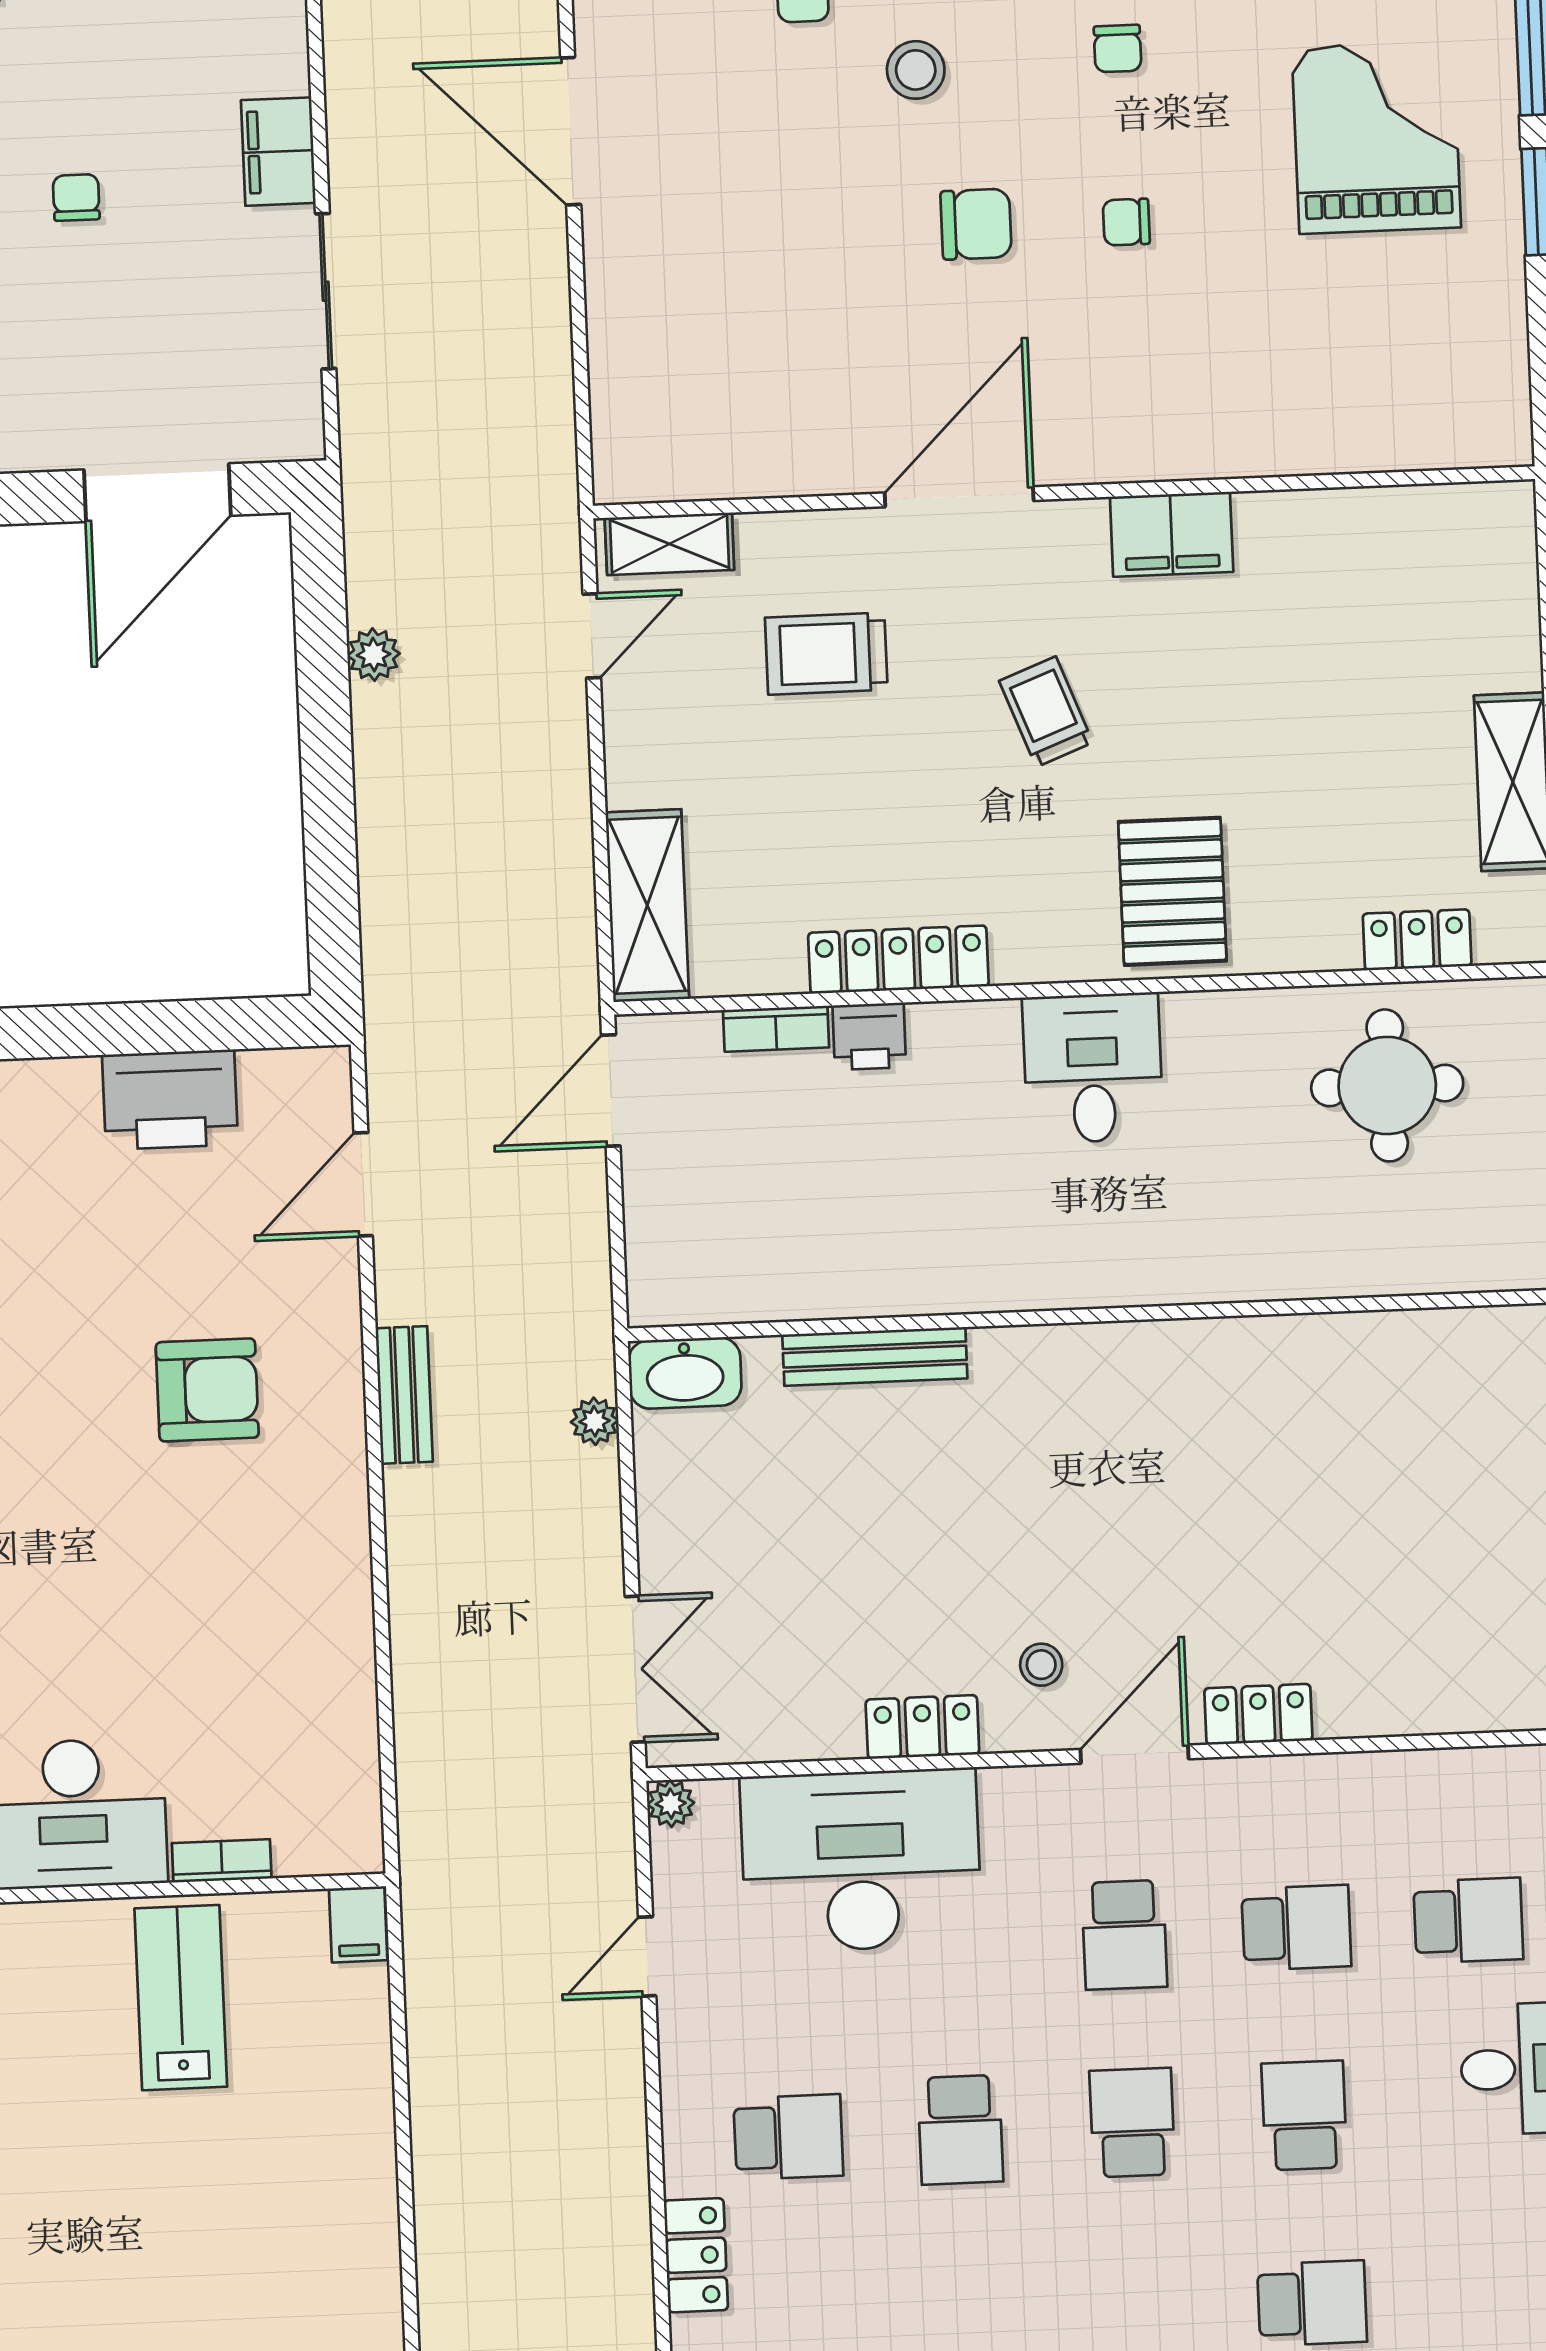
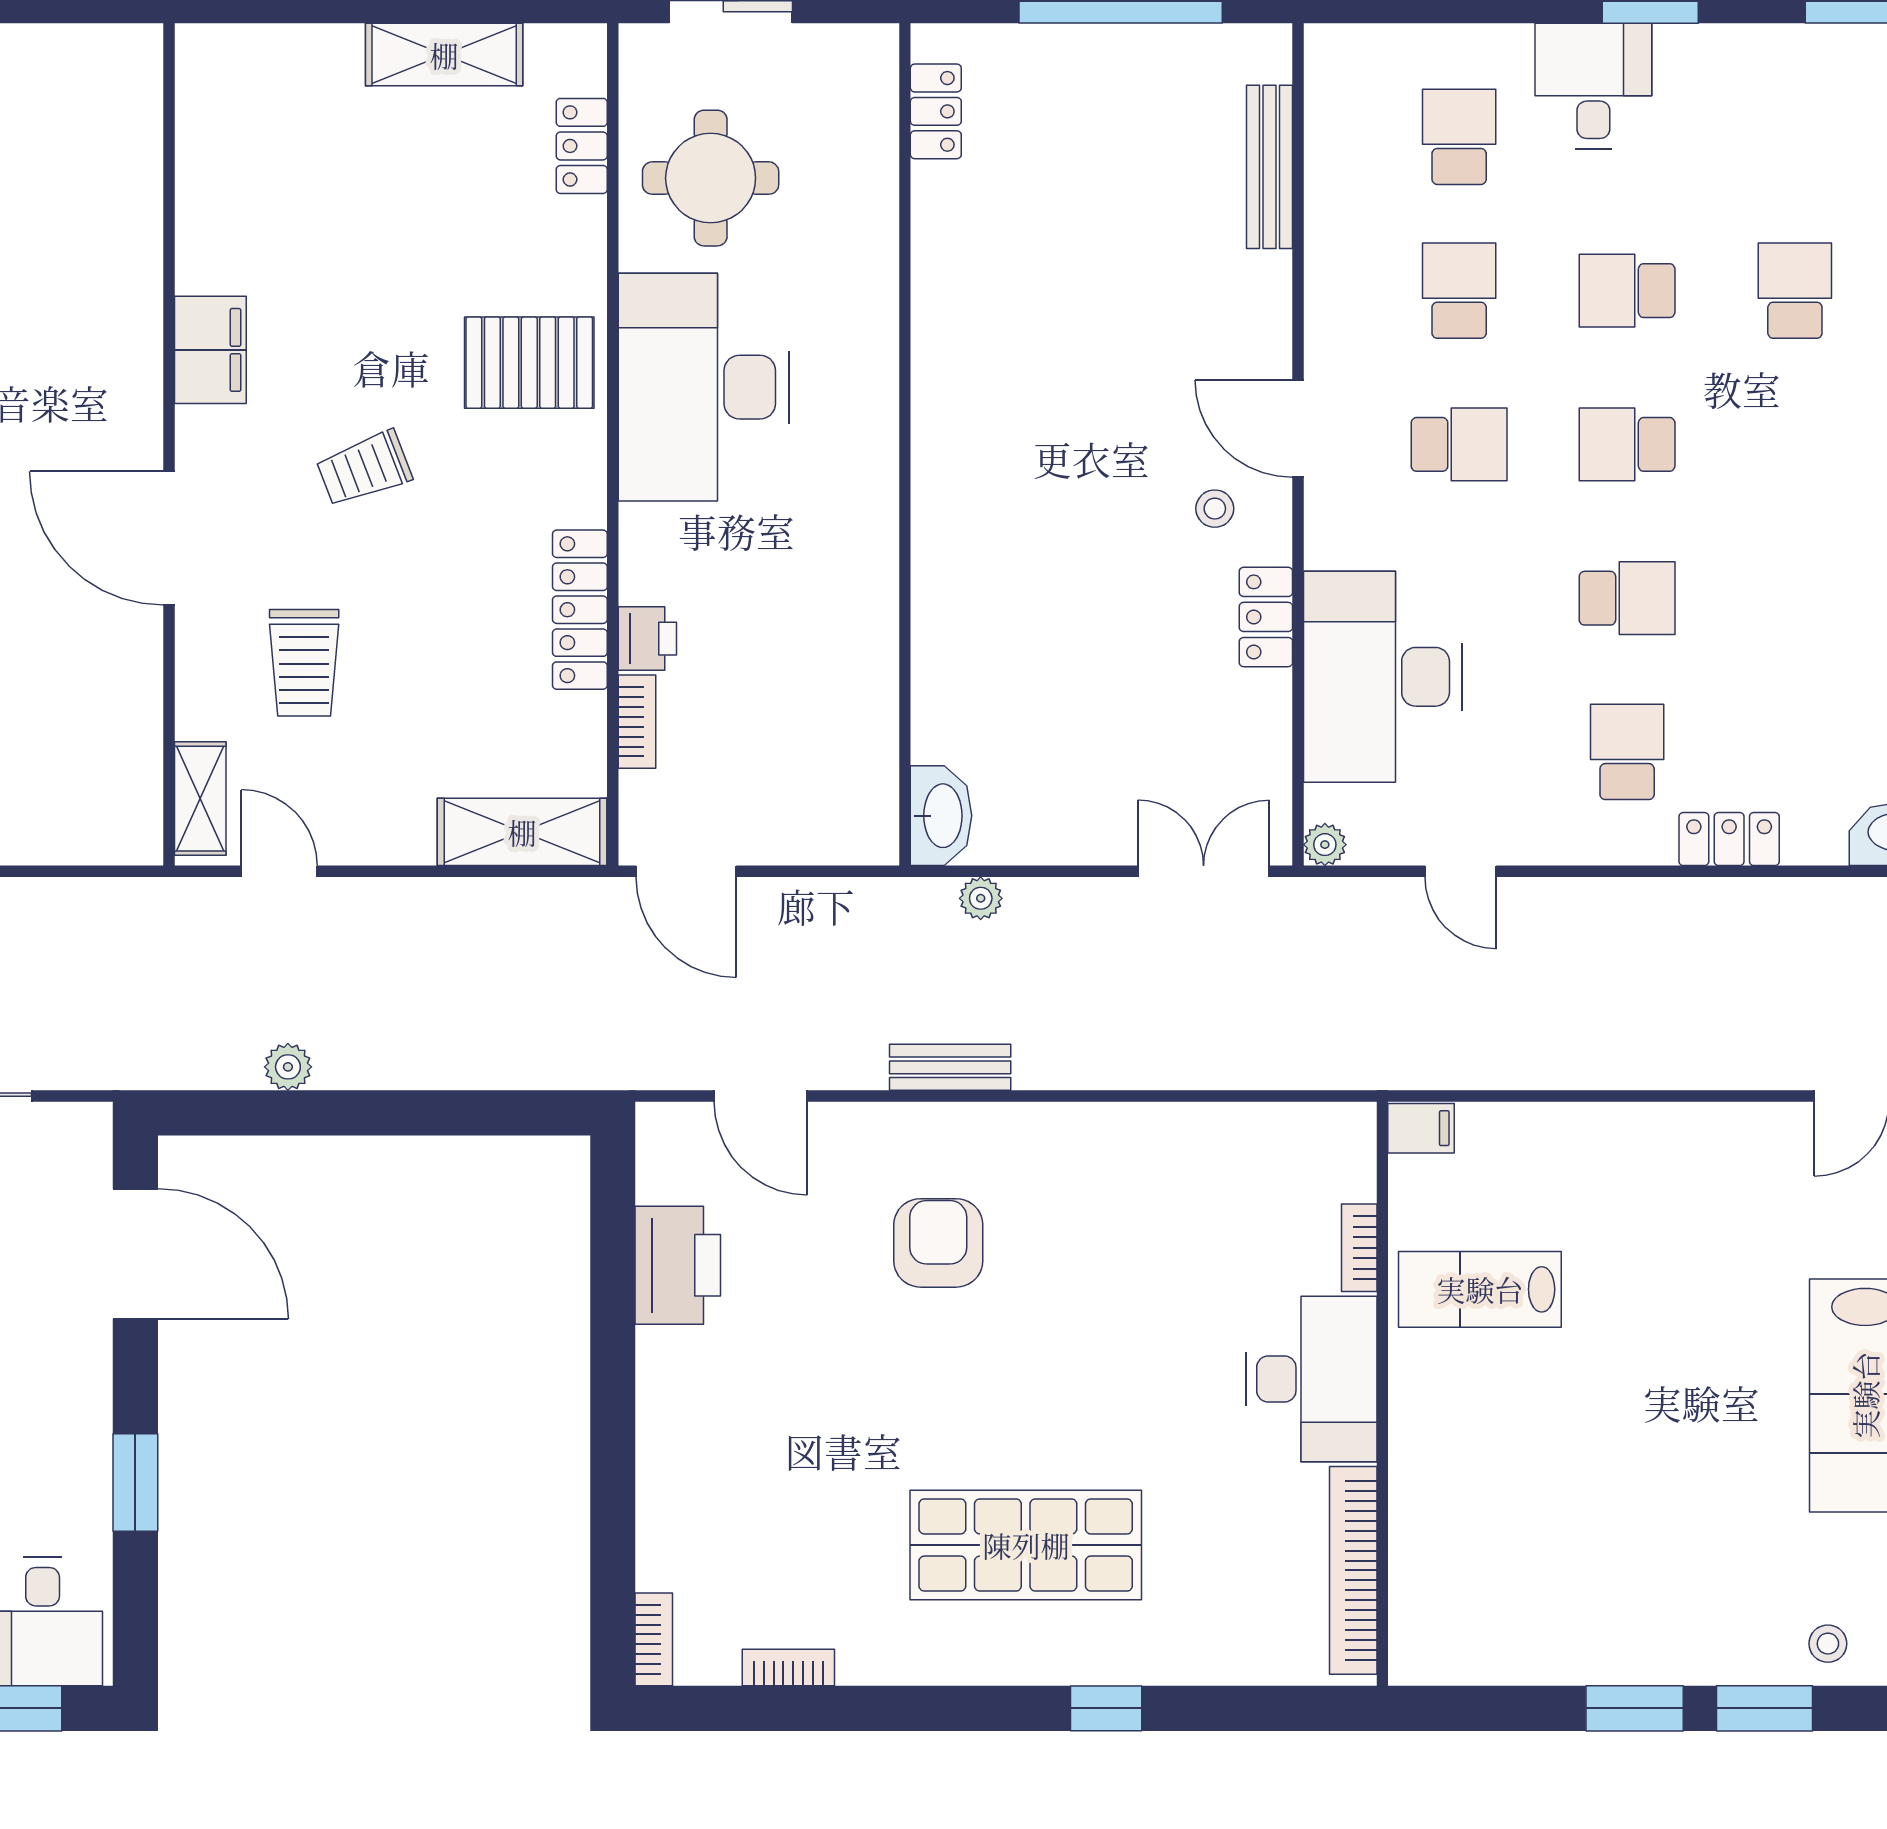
desk: (1093, 1068) -> (704, 387), width x1.87, depth x1.30
bench: (875, 1357) -> (1270, 167), moved
locker: (1258, 1714) -> (936, 111), moved, turned 180

